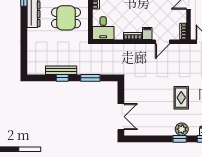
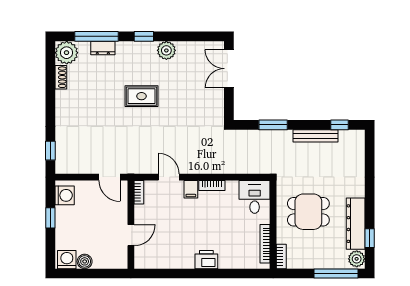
door: (162, 42) -> (169, 177), hinge flipped
window: (62, 78) -> (339, 125), moved
rug: (181, 98) -> (141, 96), turned 90
plant: (182, 129) -> (166, 50), moved

